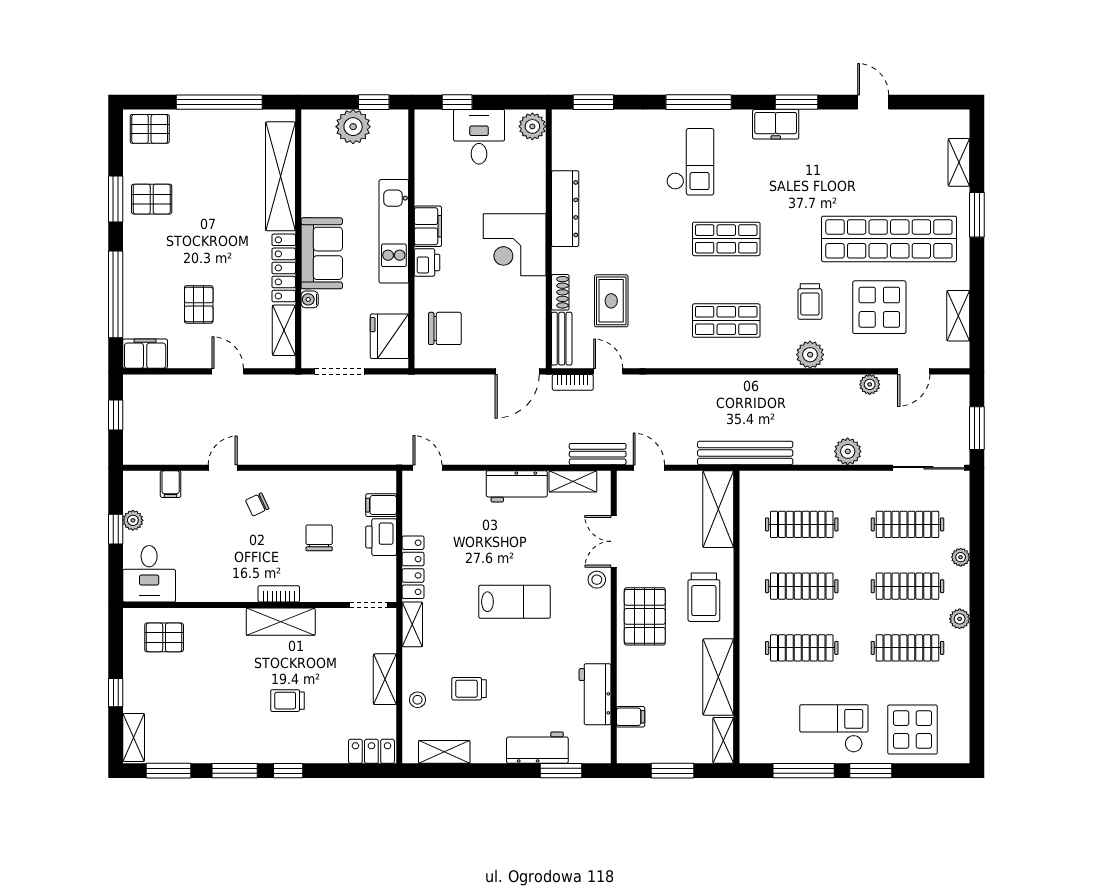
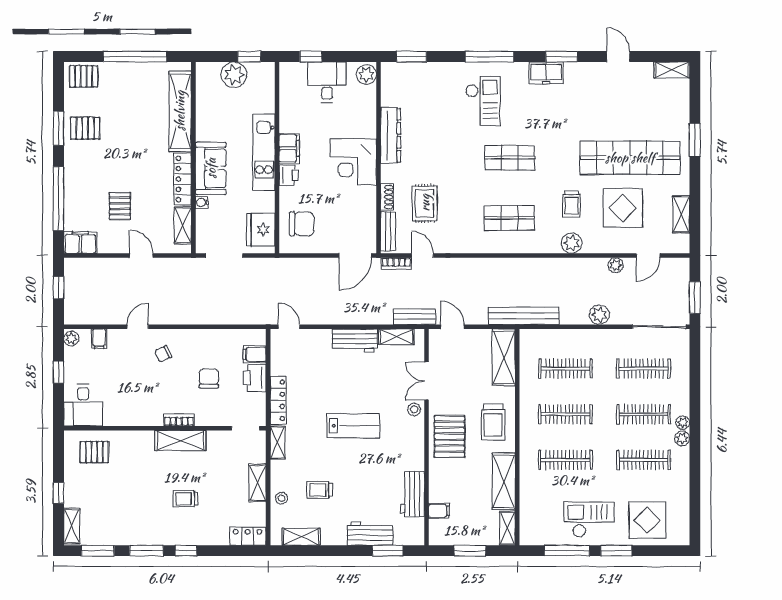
shelving: (959, 162) -> (672, 70), moved, turned 90
plant: (133, 520) -> (71, 339), moved
plant: (961, 557) -> (683, 423), moved

